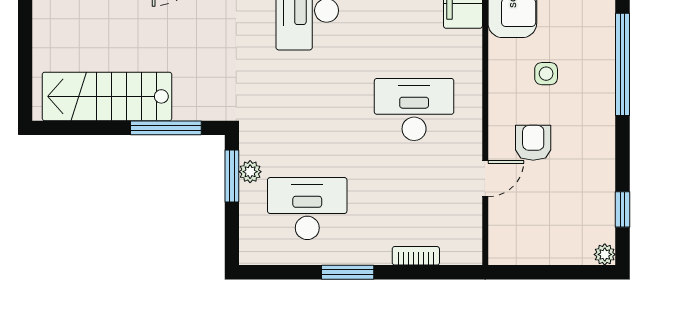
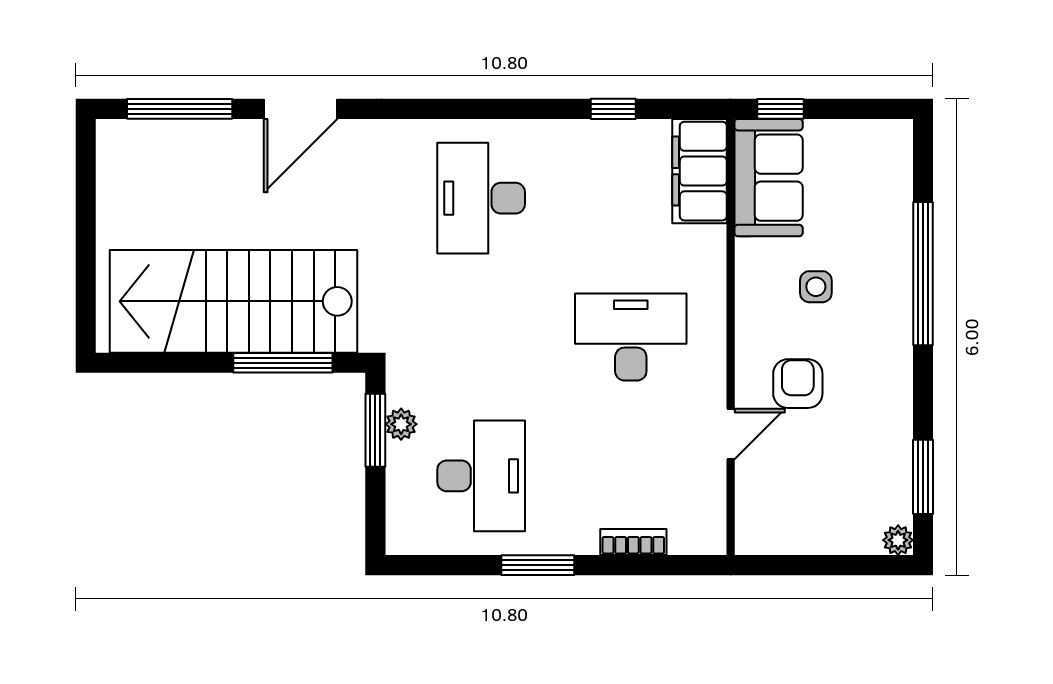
stairs: (107, 96) -> (233, 301), width x1.36, depth x1.51
desk: (307, 209) -> (481, 476), turned 90
window: (623, 209) -> (923, 477), width x1.50

